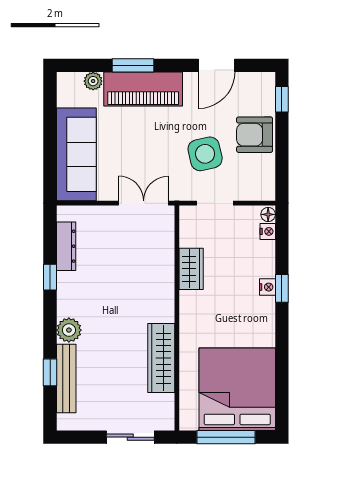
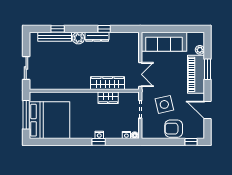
armchair: (255, 135) -> (174, 129), turned -90
dresser: (66, 246) -> (97, 37), moved
wardrobe: (161, 358) -> (108, 83), moved

